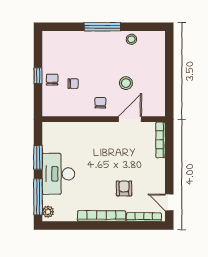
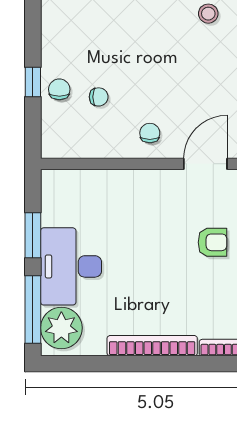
stool: (126, 83) -> (198, 96), removed
armchair: (124, 188) -> (212, 242), moved, turned 90
plant: (48, 212) -> (61, 328), width x1.87, depth x1.87

